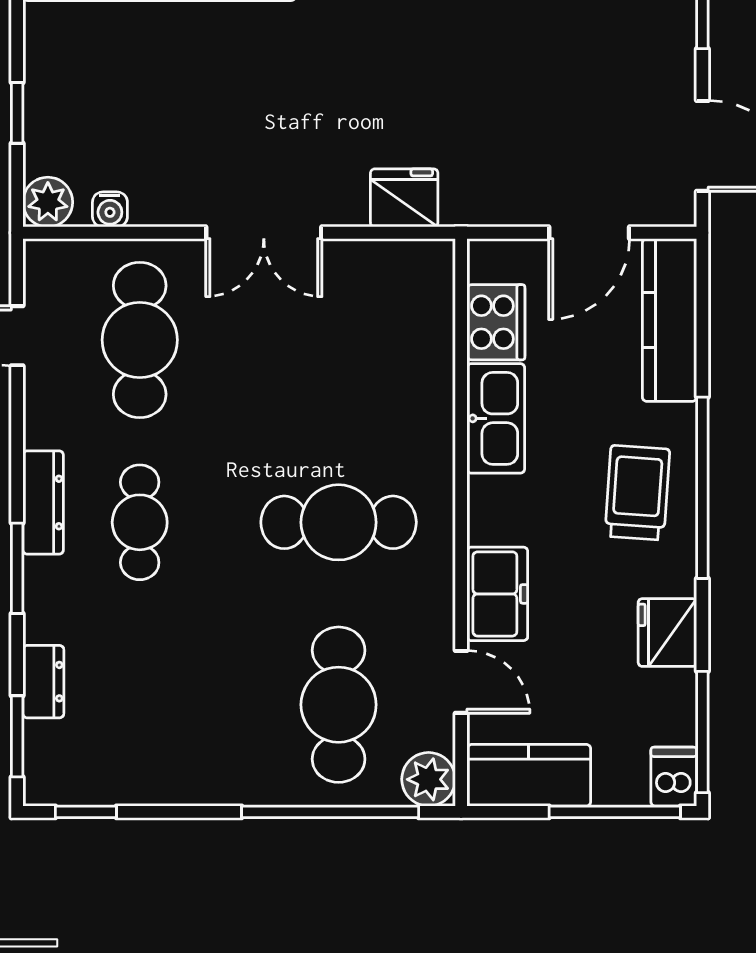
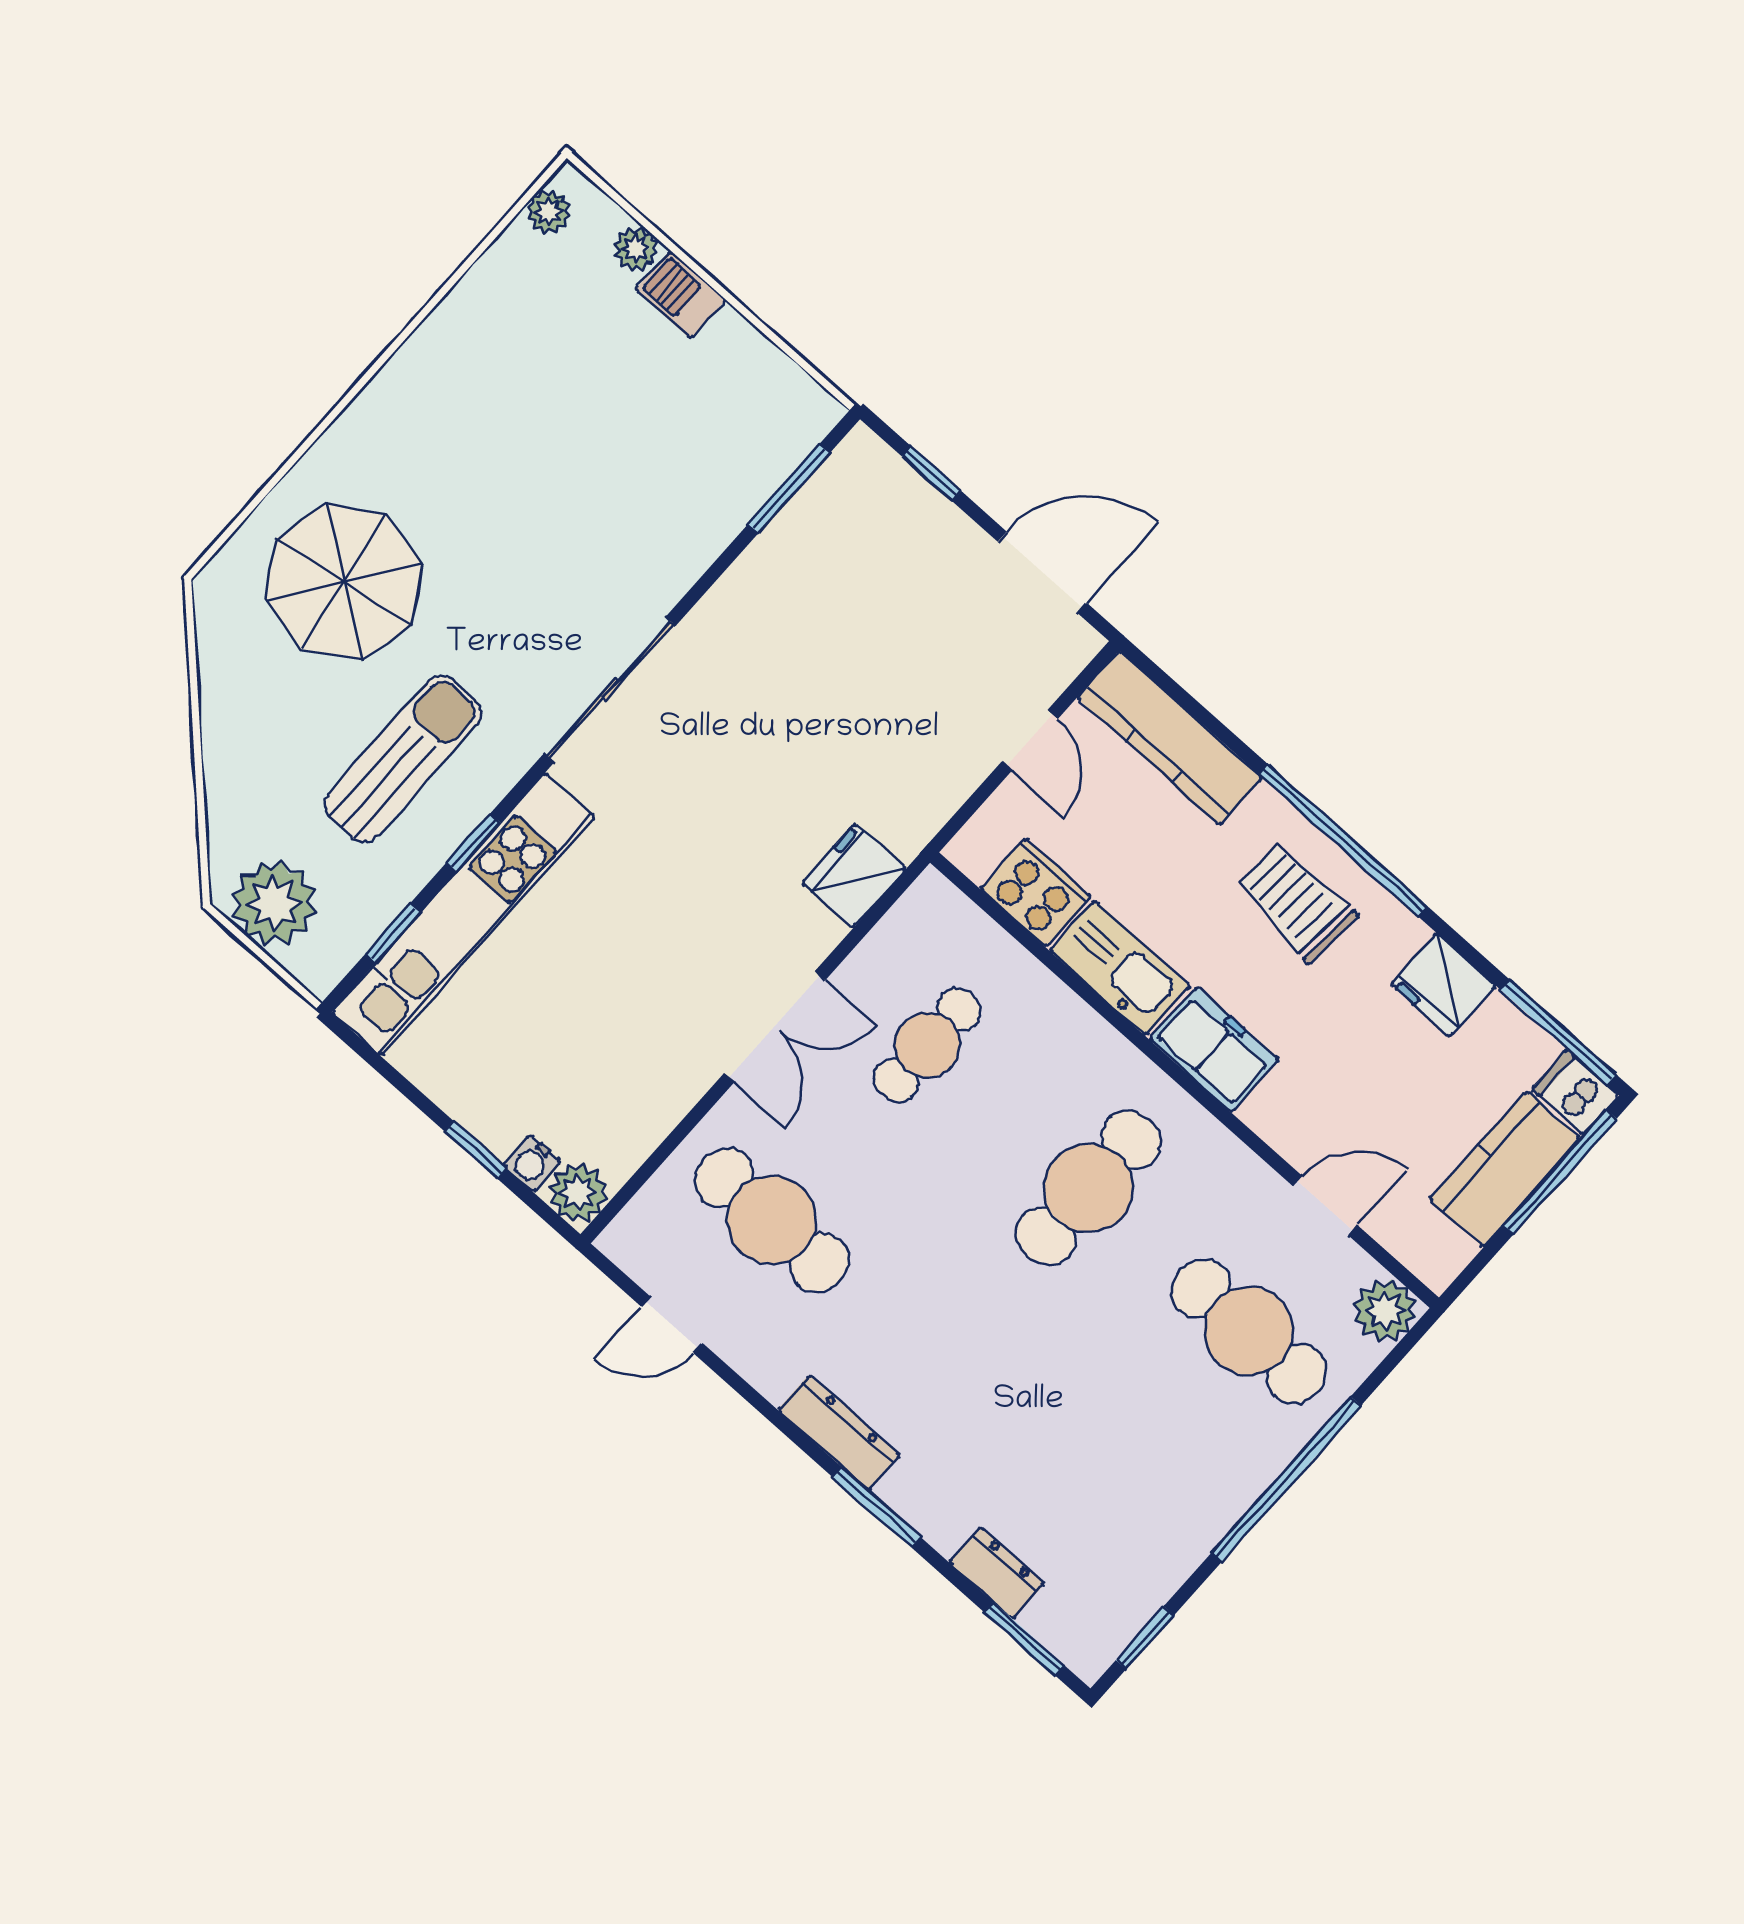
water cooler: (110, 209) -> (532, 1163), moved, turned 90
door: (589, 233) -> (1030, 740), width x0.73
cafe table: (140, 522) -> (928, 1045), moved, turned 90
freezer: (497, 594) -> (1214, 1049), moved
kitchen counter: (529, 775) -> (1505, 1169), moved
window: (330, 812) -> (1286, 1479), moved

